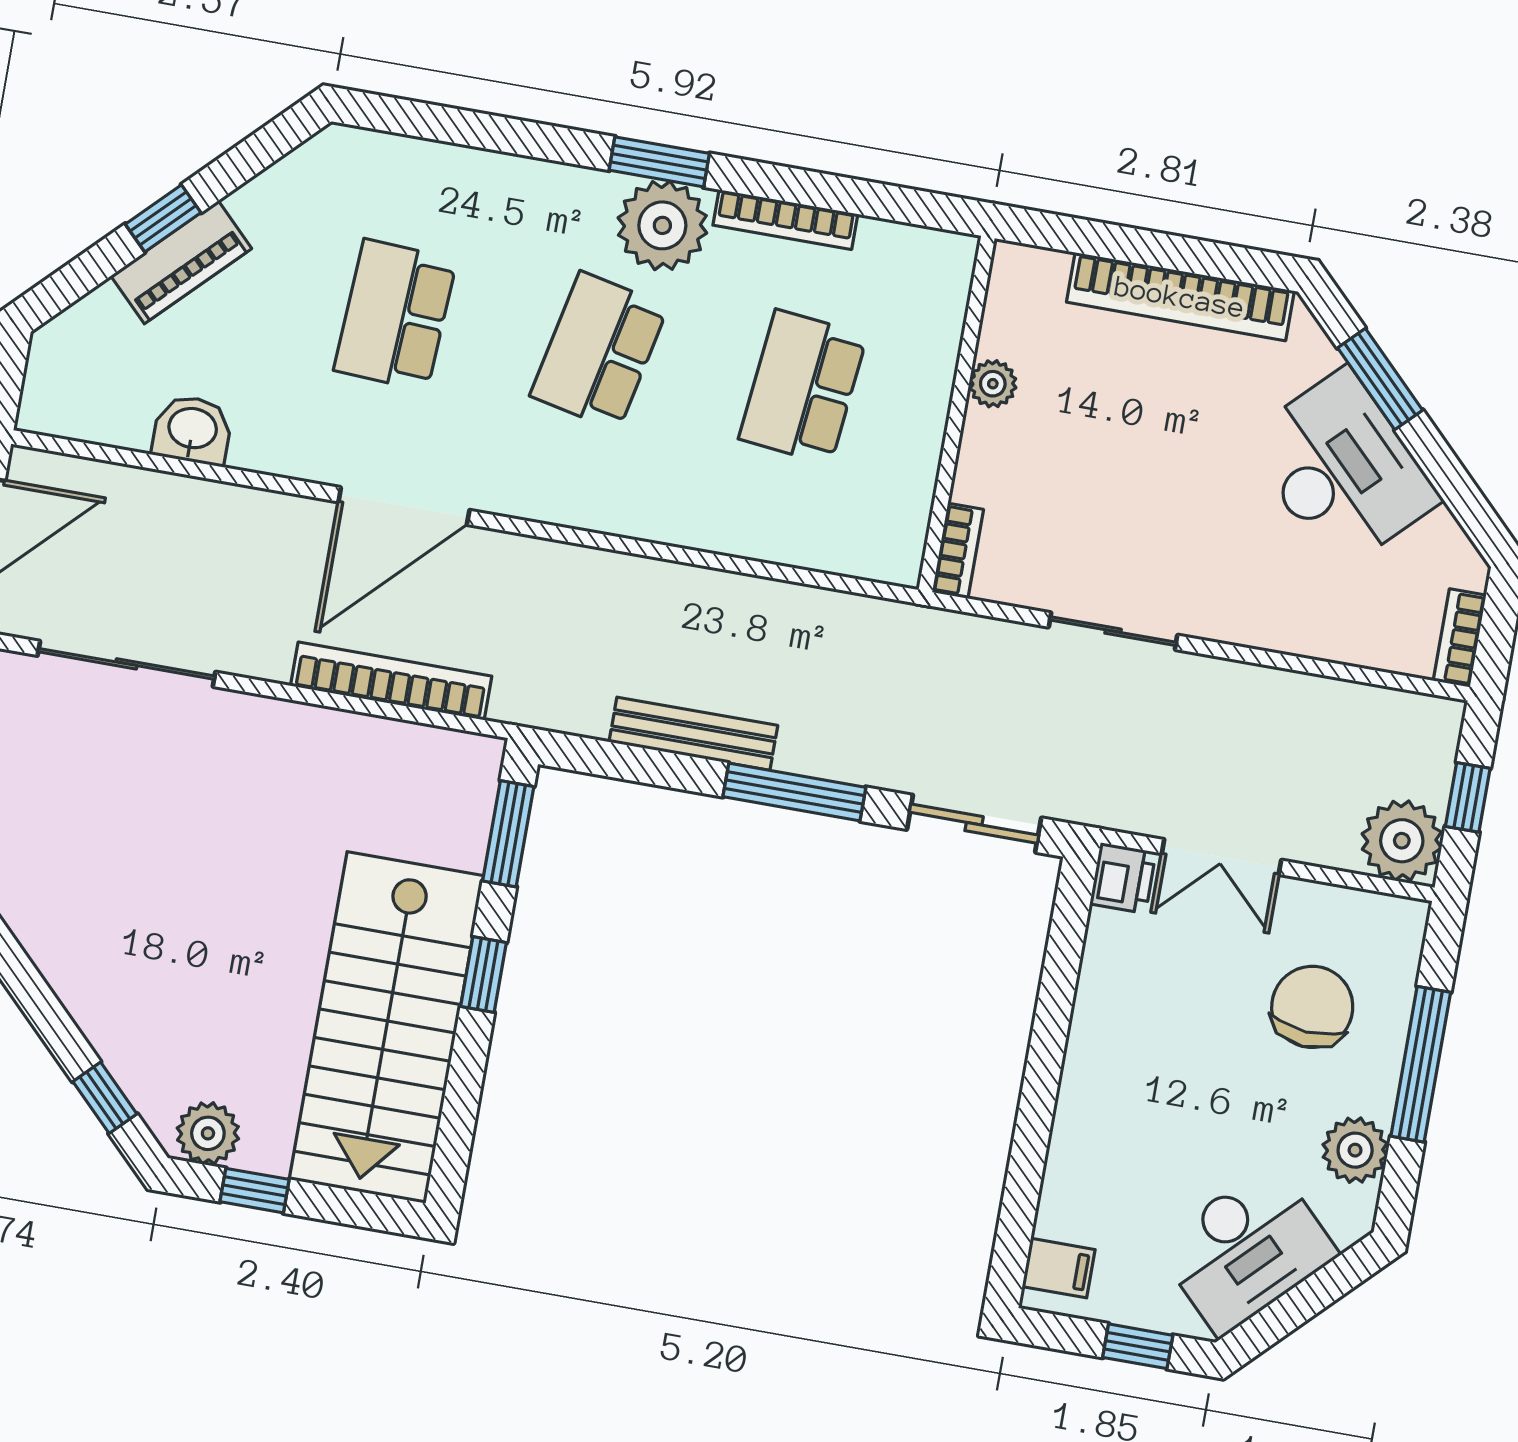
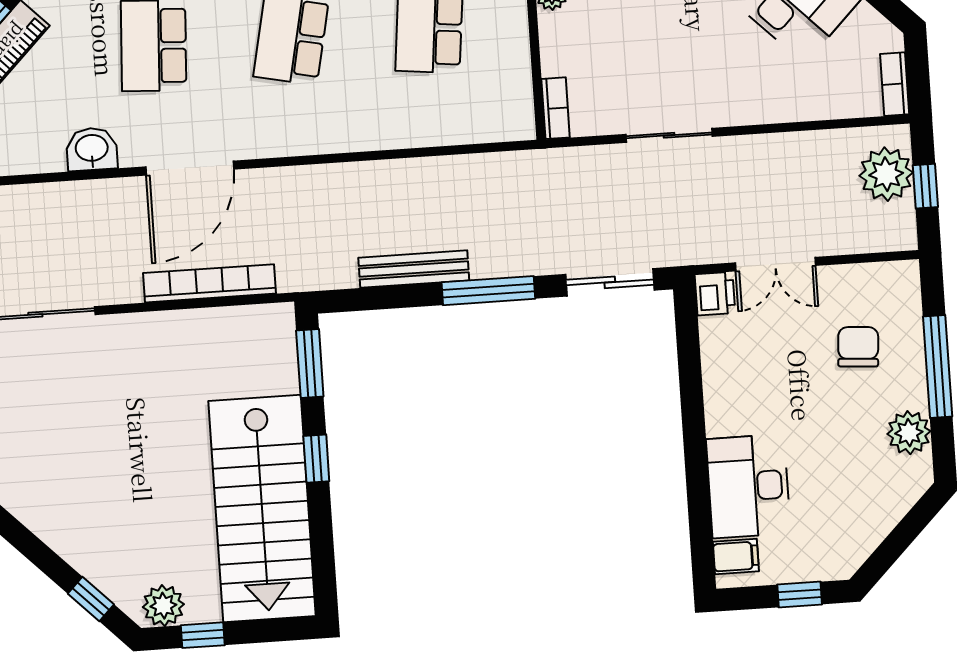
washbasin: (192, 430) -> (92, 149), moved
plant: (1402, 841) -> (886, 174), moved
chair: (1312, 1007) -> (858, 347), width x0.73, depth x0.73
desk: (1246, 1249) -> (748, 486), moved, turned 135

